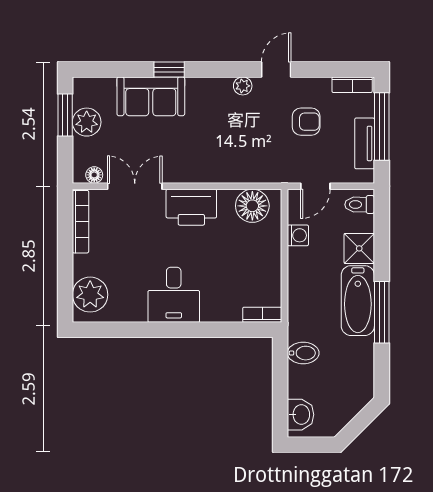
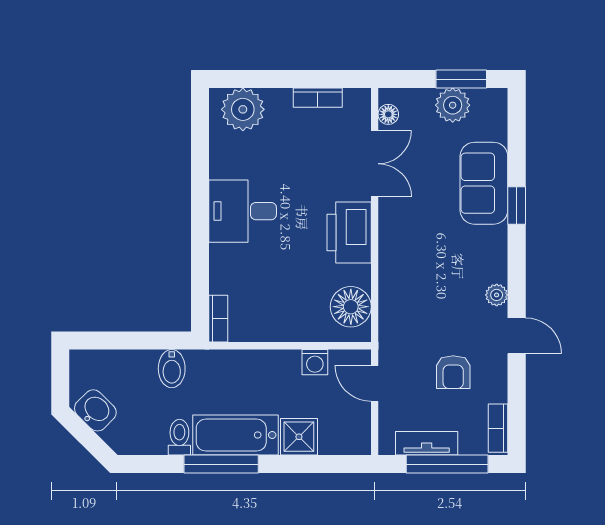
toilet: (360, 205) -> (179, 437), moved
bookcase: (81, 222) -> (318, 98), width x0.64
washbasin: (301, 415) -> (95, 410), moved, turned -135

